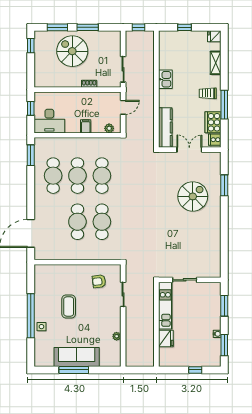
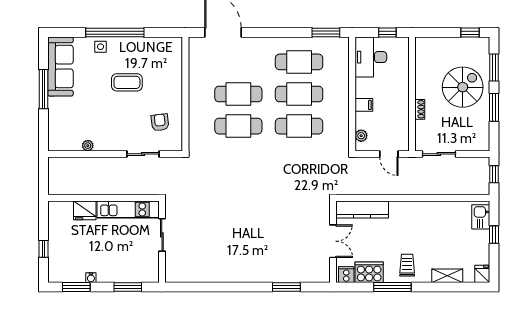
kitchen sink: (165, 79) -> (481, 217), moved, turned 90
spiral stairs: (193, 196) -> (272, 246), removed
sofa: (77, 357) -> (60, 67), moved

